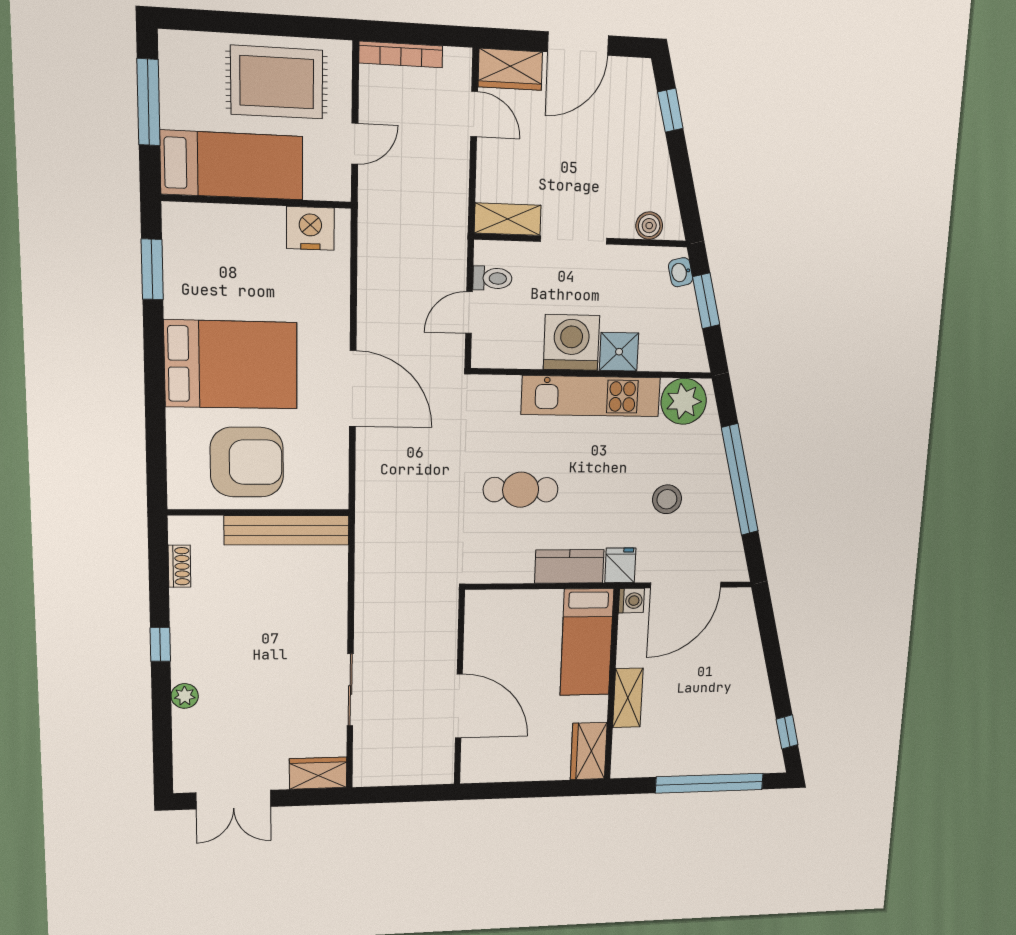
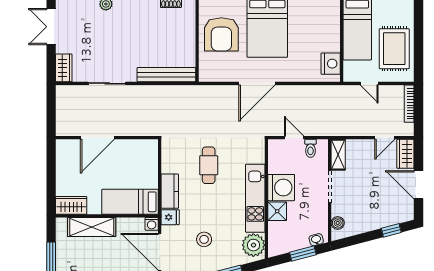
bench: (287, 530) -> (166, 75), moved, turned 90
shelving: (628, 698) -> (92, 227), width x1.50, depth x1.33

